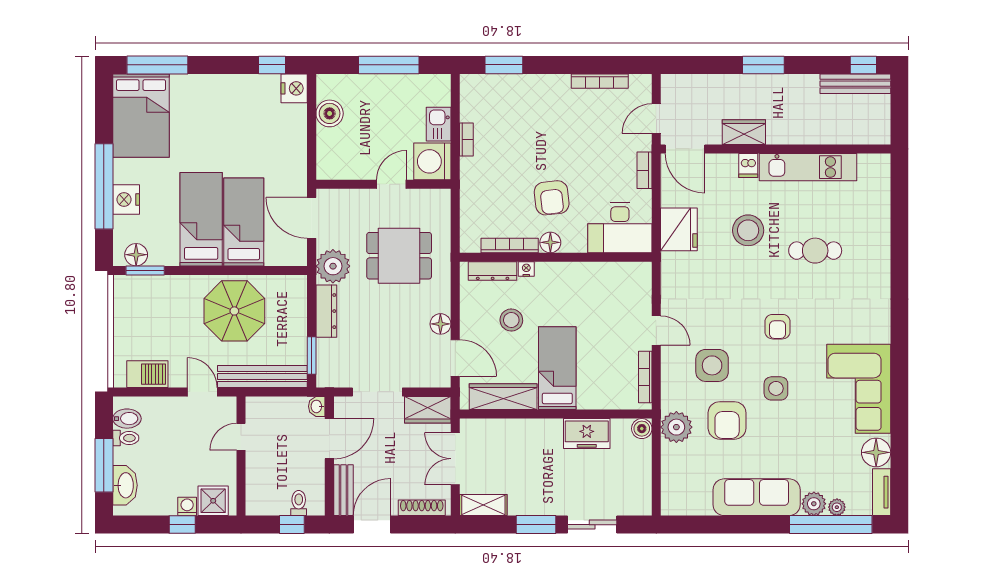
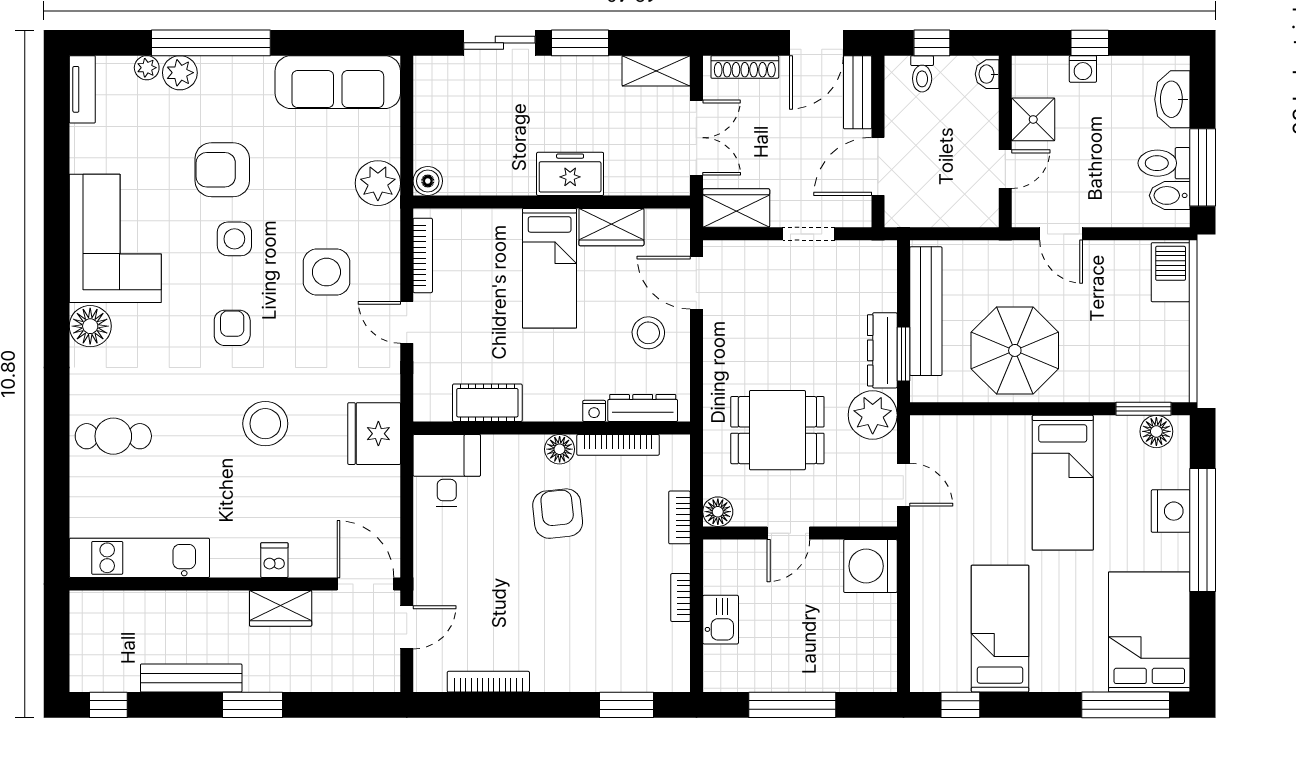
bench: (855, 84) -> (191, 678), moved
nightstand: (294, 88) -> (929, 671), removed
boiler: (330, 113) -> (878, 635), removed
washing machine: (432, 161) -> (870, 566), moved, turned 180
kitchen unit: (808, 167) -> (139, 558), moved
bookcase: (645, 170) -> (680, 517), moved, turned 180
door: (312, 218) -> (903, 485), width x0.73
bed: (244, 222) -> (1000, 629), moved, turned 180
desk: (620, 228) -> (447, 471), width x0.73
fridge: (679, 229) -> (374, 434), moved
stool: (748, 230) -> (265, 424), moved
cafe table: (815, 251) -> (113, 436), moved
cot: (600, 275) -> (487, 403), added
stool: (511, 320) -> (648, 333), moved
floor lamp: (440, 324) -> (718, 512), moved
window: (312, 356) -> (903, 354), moved
barbecue: (147, 374) -> (1171, 272), moved, turned 90
bench: (262, 376) -> (926, 311), moved, turned 90
doorway: (377, 392) -> (809, 234), width x0.73
wardrobe: (503, 397) -> (611, 227), width x0.67
washbasin: (317, 406) -> (987, 74), moved, turned 180
armchair: (727, 420) -> (222, 170), moved, turned -90
freezer: (587, 434) -> (570, 174), moved
toilet: (126, 438) -> (1164, 163), width x1.37, depth x1.39
floor lamp: (876, 452) -> (90, 326), moved
window: (104, 465) -> (1203, 167), moved
sofa: (757, 497) -> (338, 82), moved
shower: (213, 501) -> (1033, 119), moved
window: (831, 525) -> (211, 43), moved

